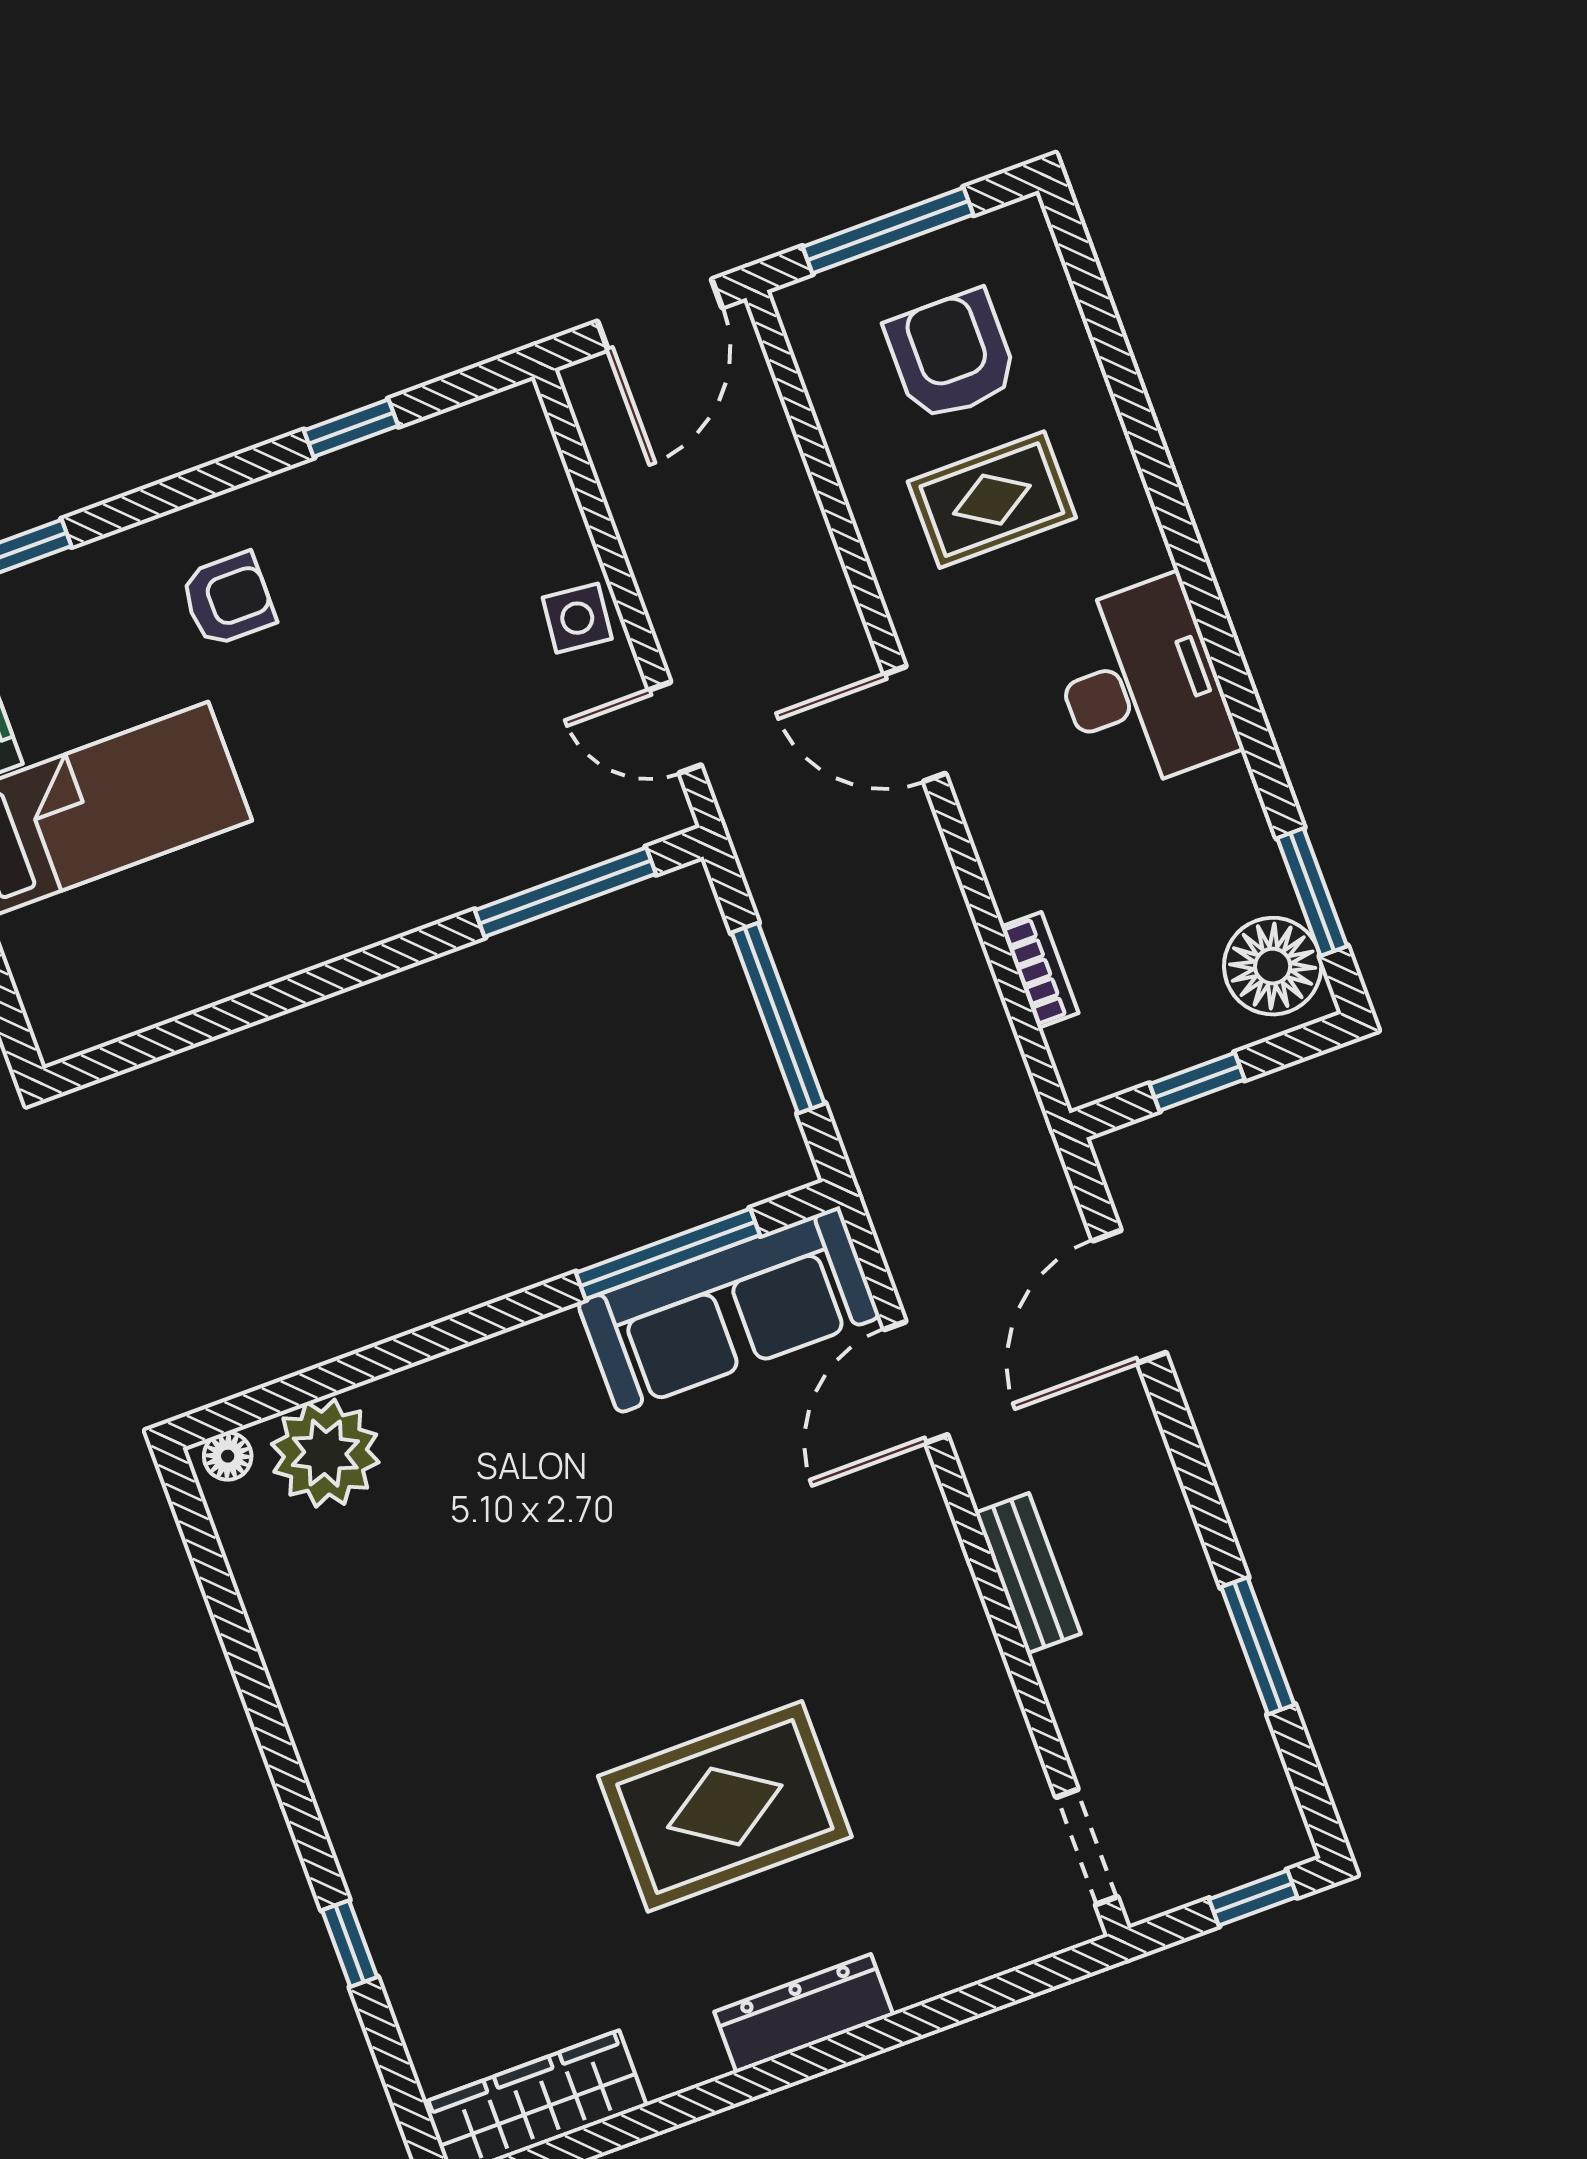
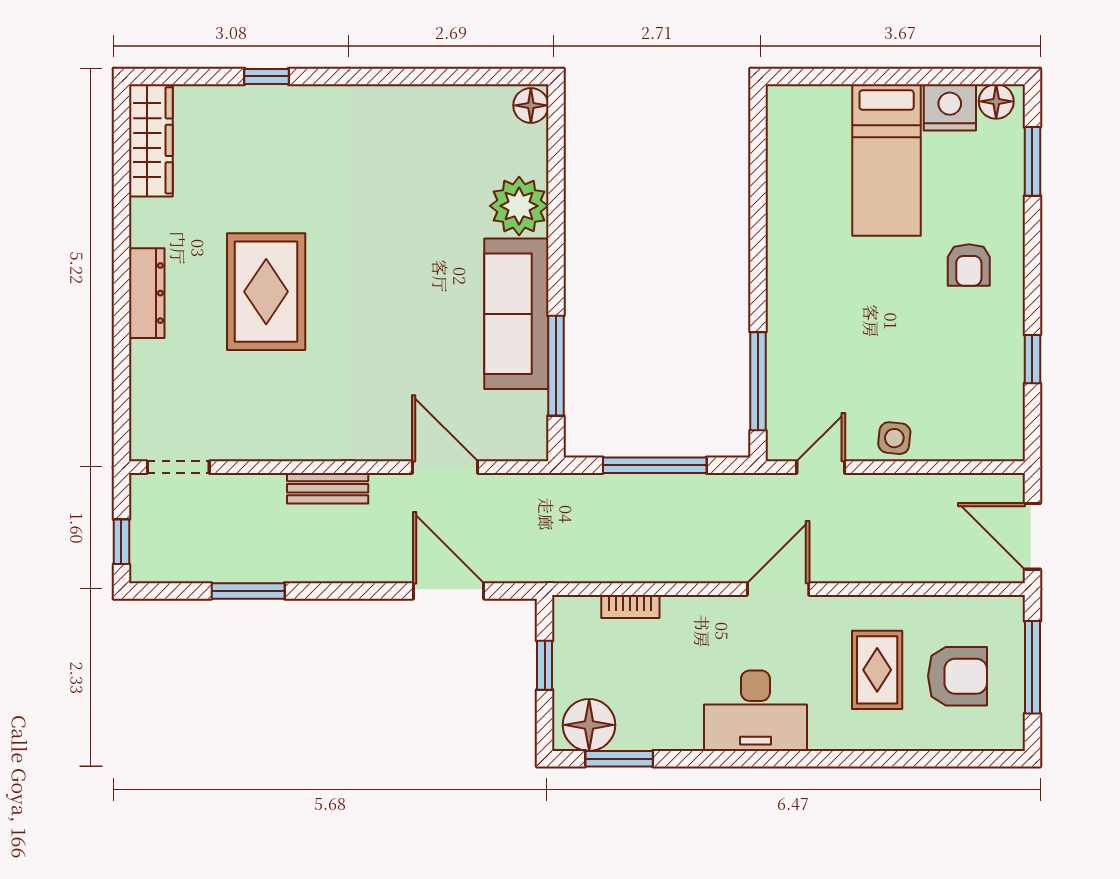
sofa: (729, 1310) -> (516, 314), moved
plant: (325, 1453) -> (519, 206), moved
floor lamp: (228, 1456) -> (531, 105), width x1.37, depth x1.37

